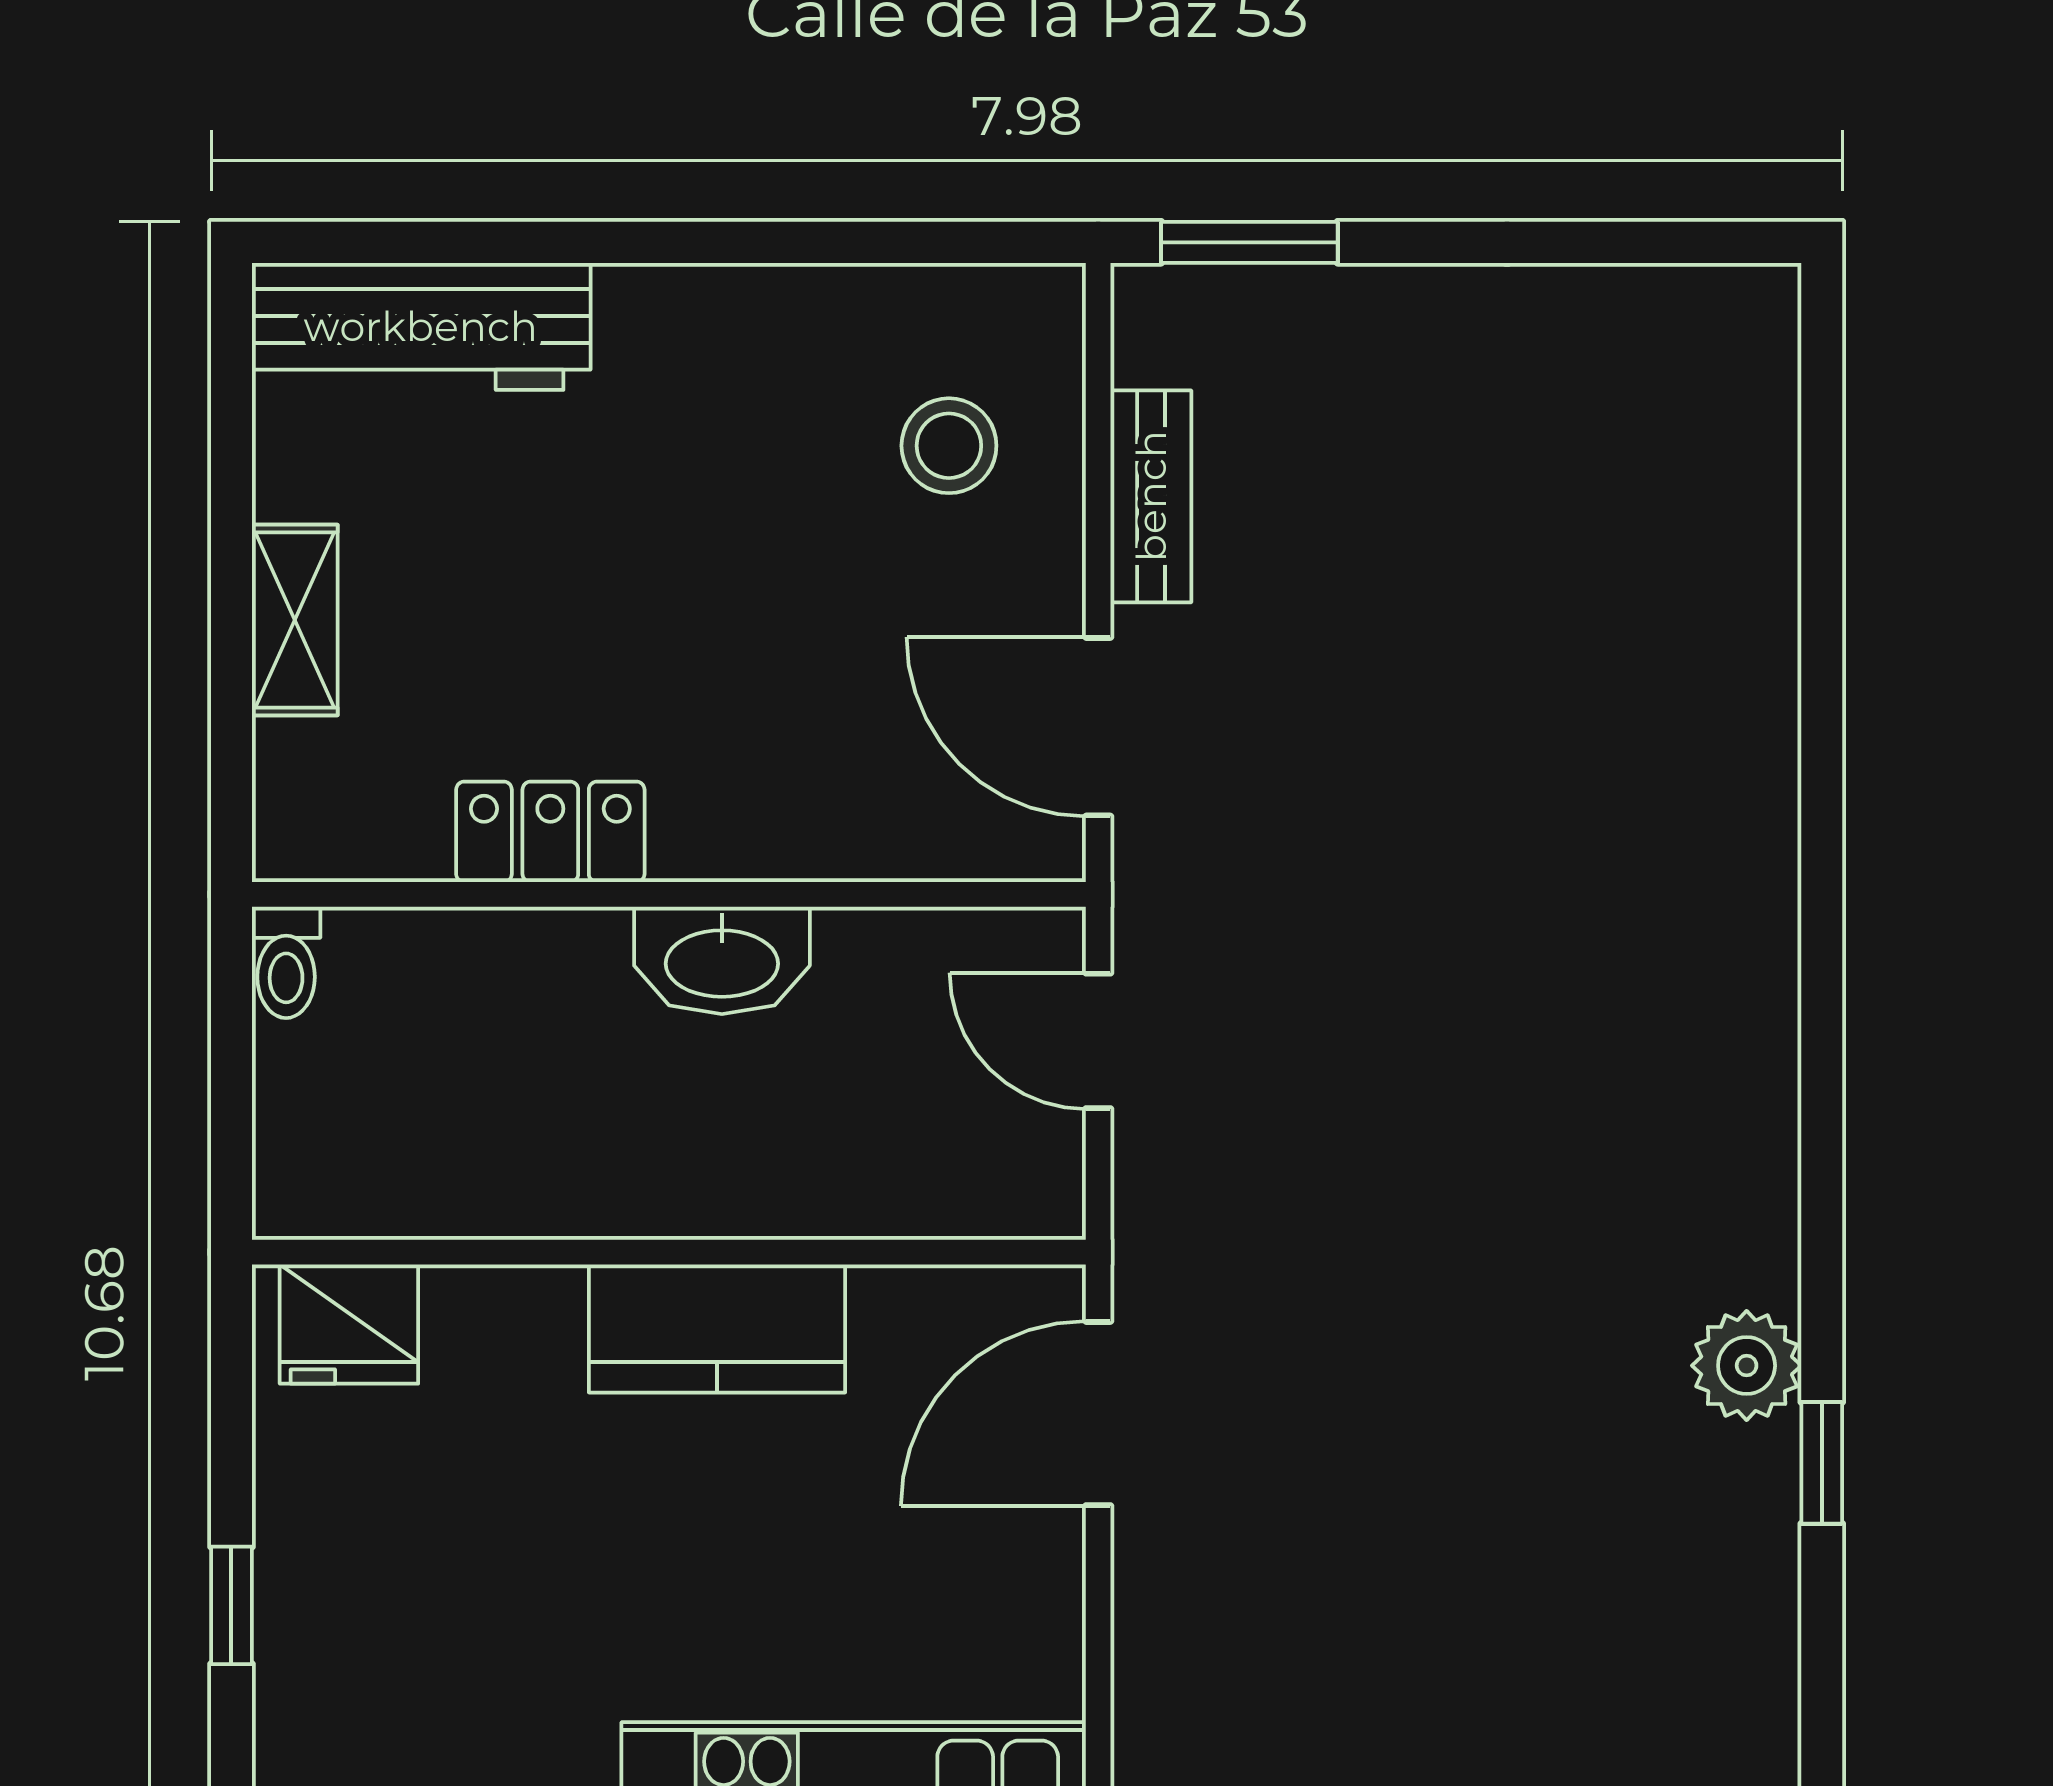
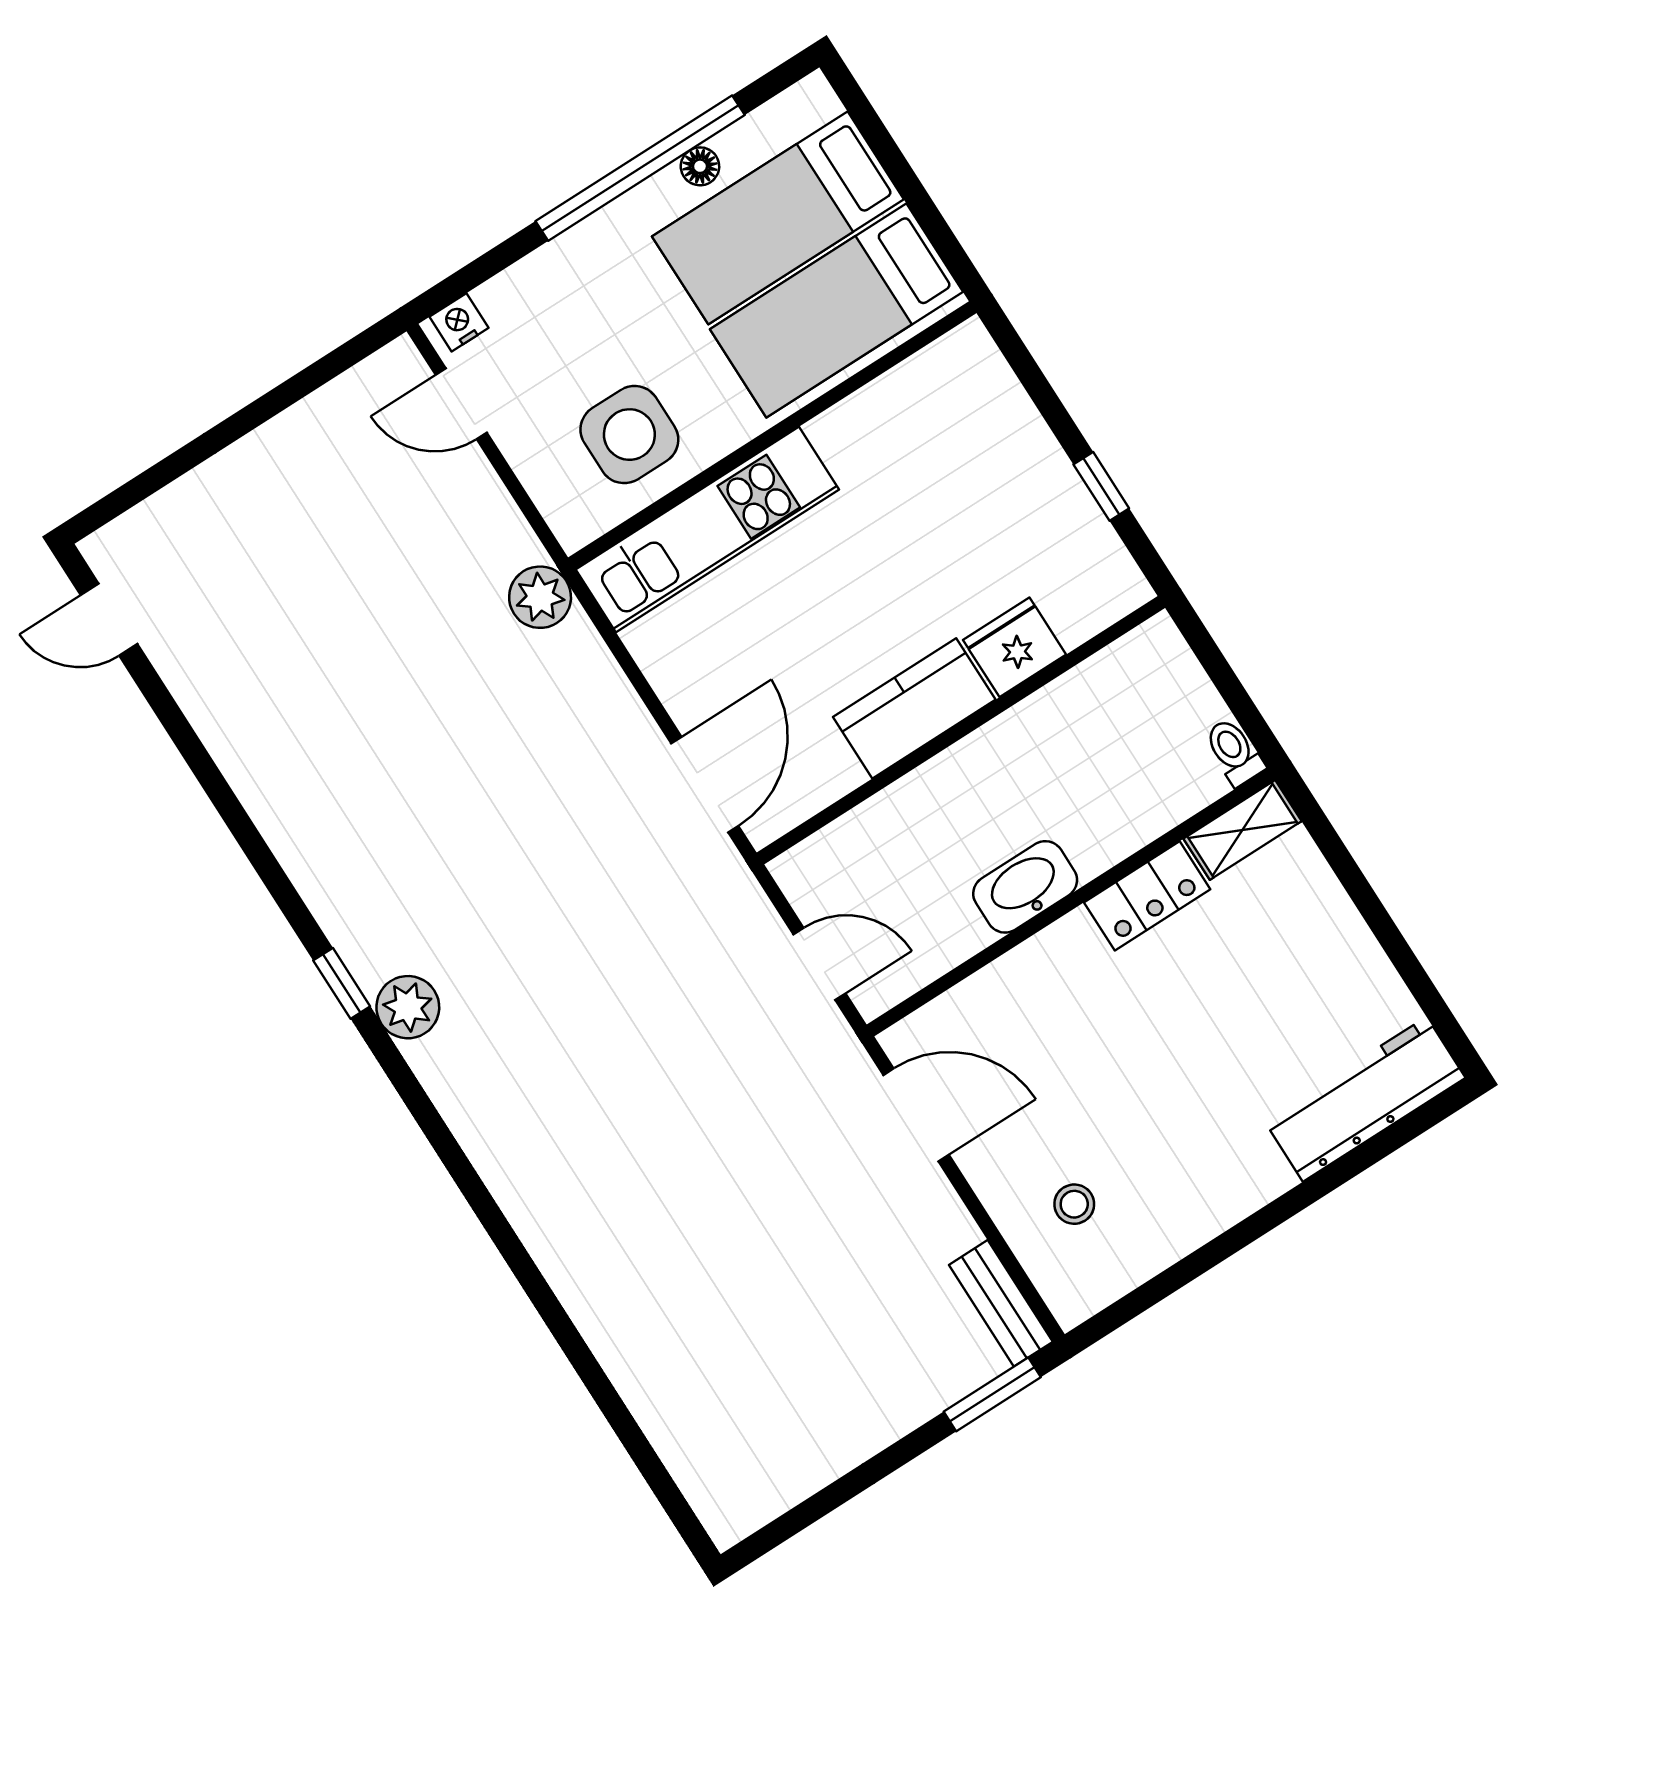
stool: (949, 446) -> (1074, 1204), width x0.73, depth x0.73
bench: (1151, 496) -> (1001, 1303), moved
shelving: (295, 620) -> (1243, 830), moved, turned 90
fridge: (349, 1324) -> (1015, 647), moved
window: (231, 1605) -> (1101, 486), moved

